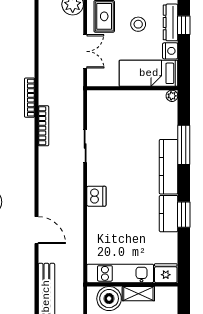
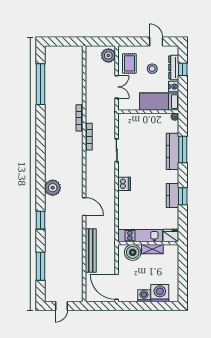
kitchen counter: (169, 167) -> (173, 151), moved

